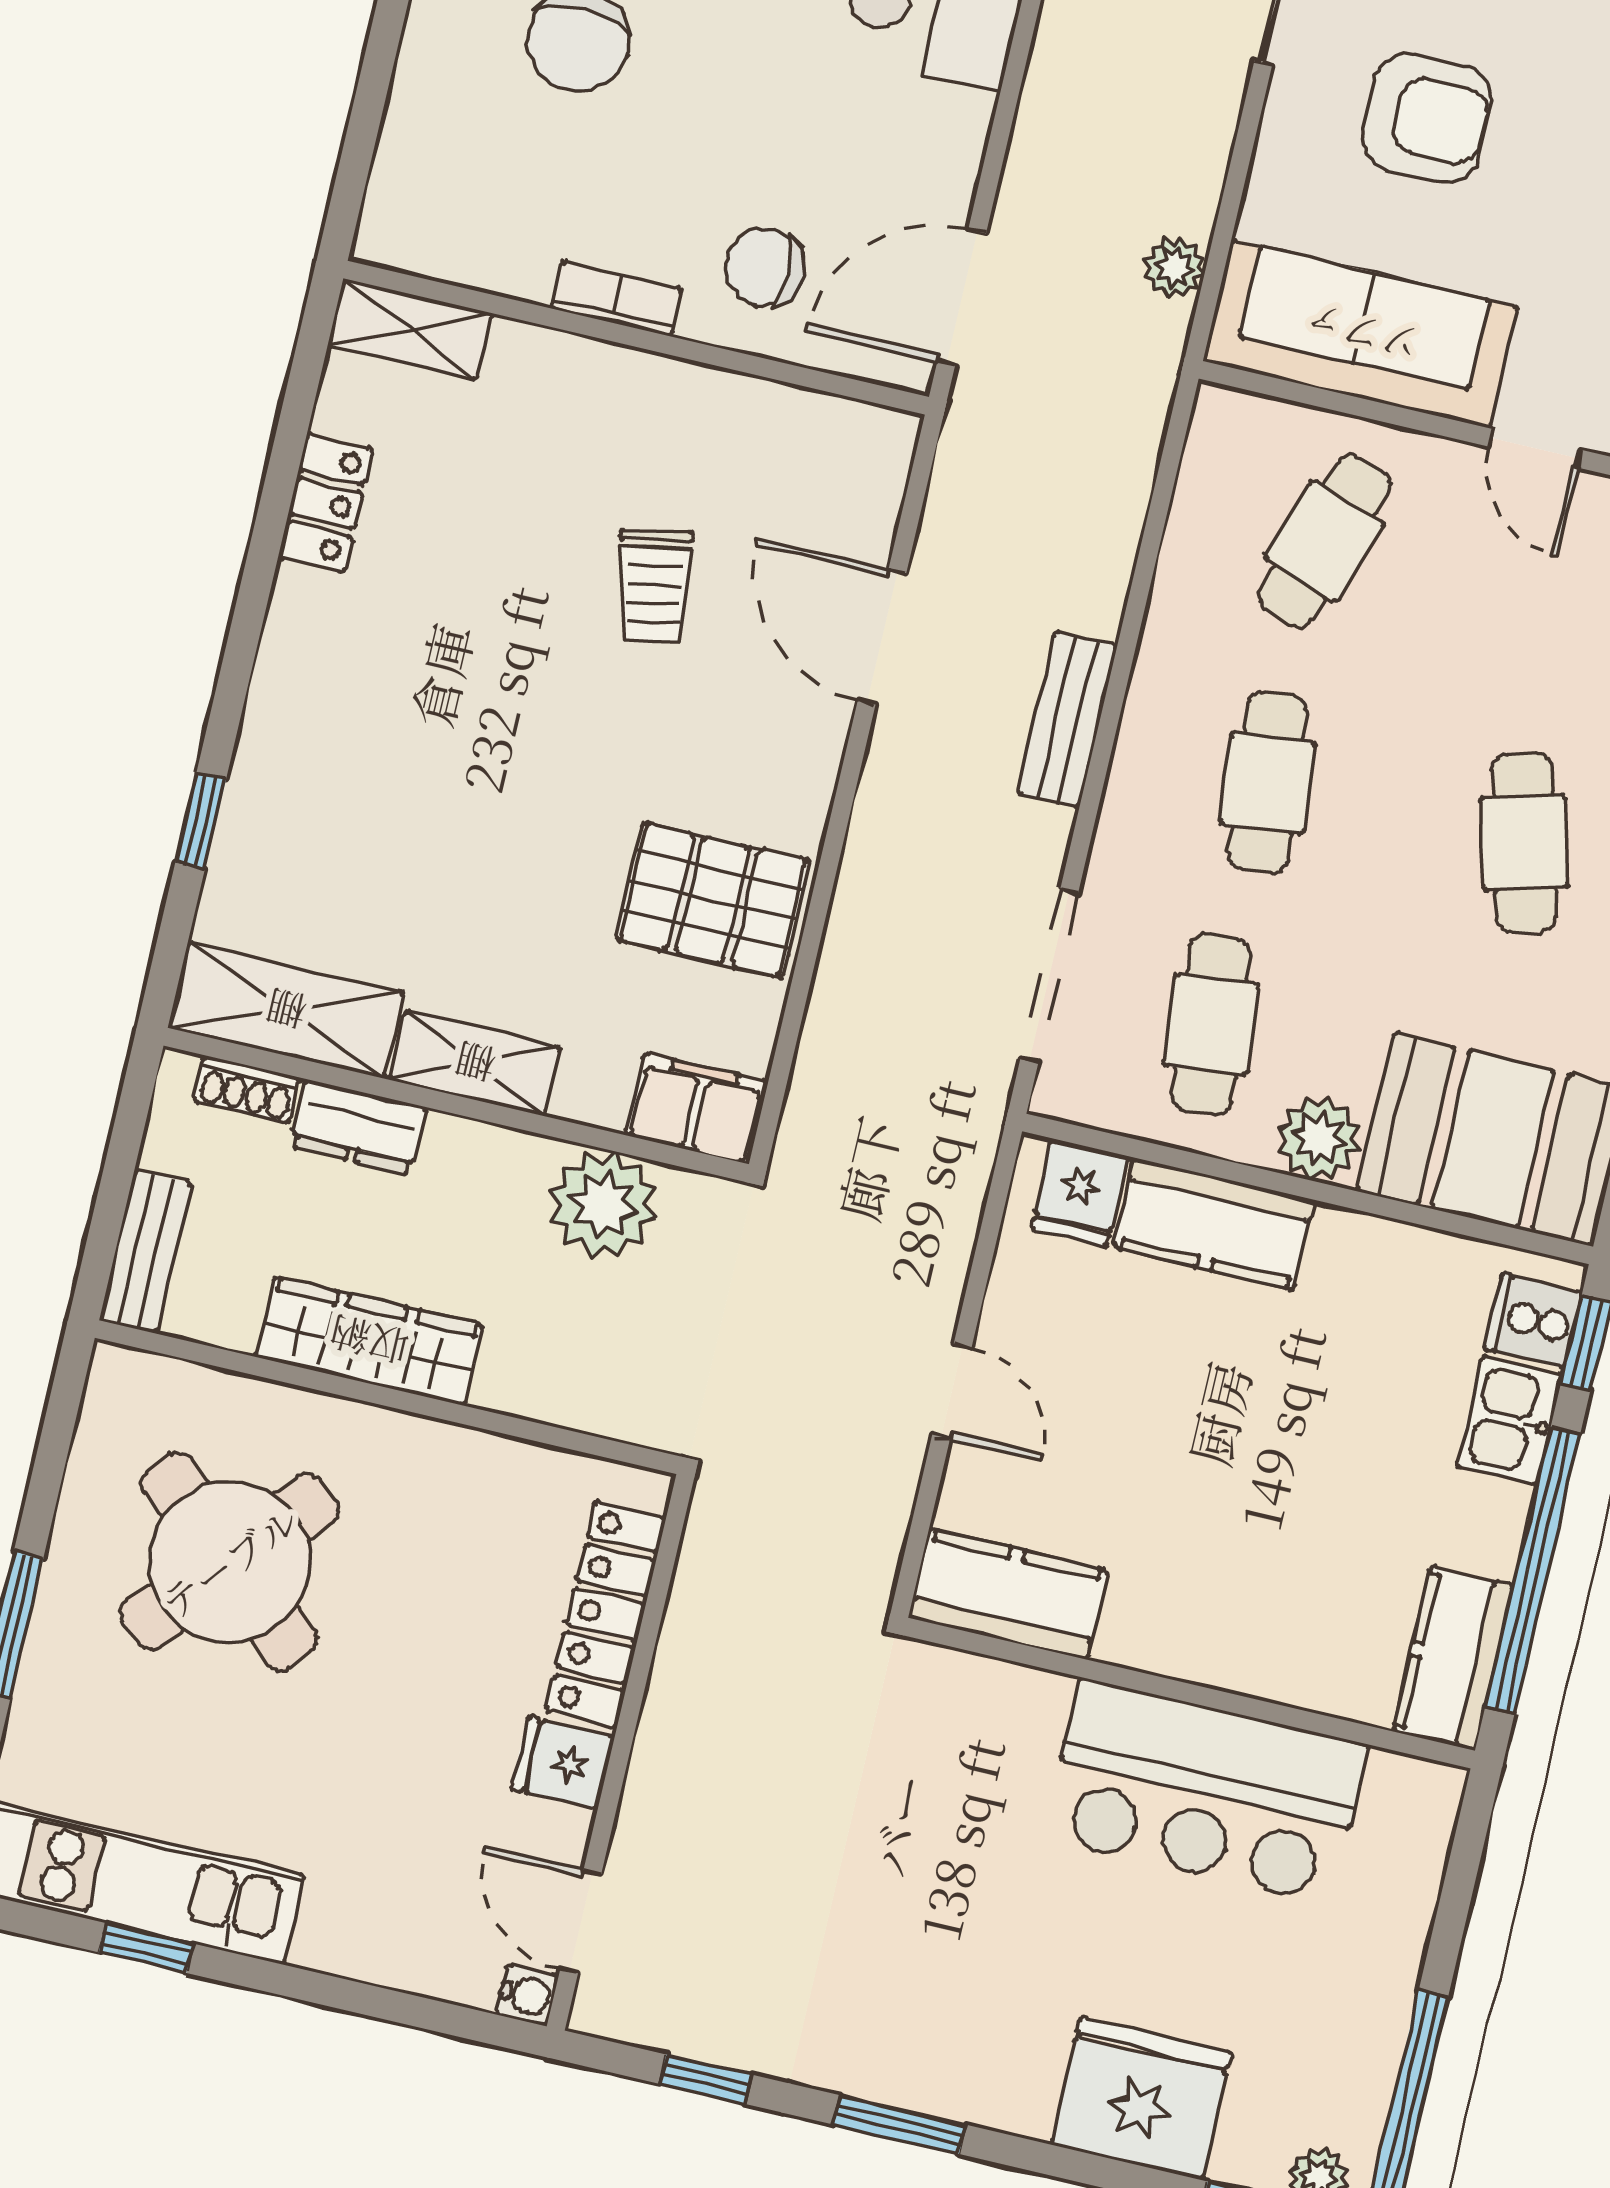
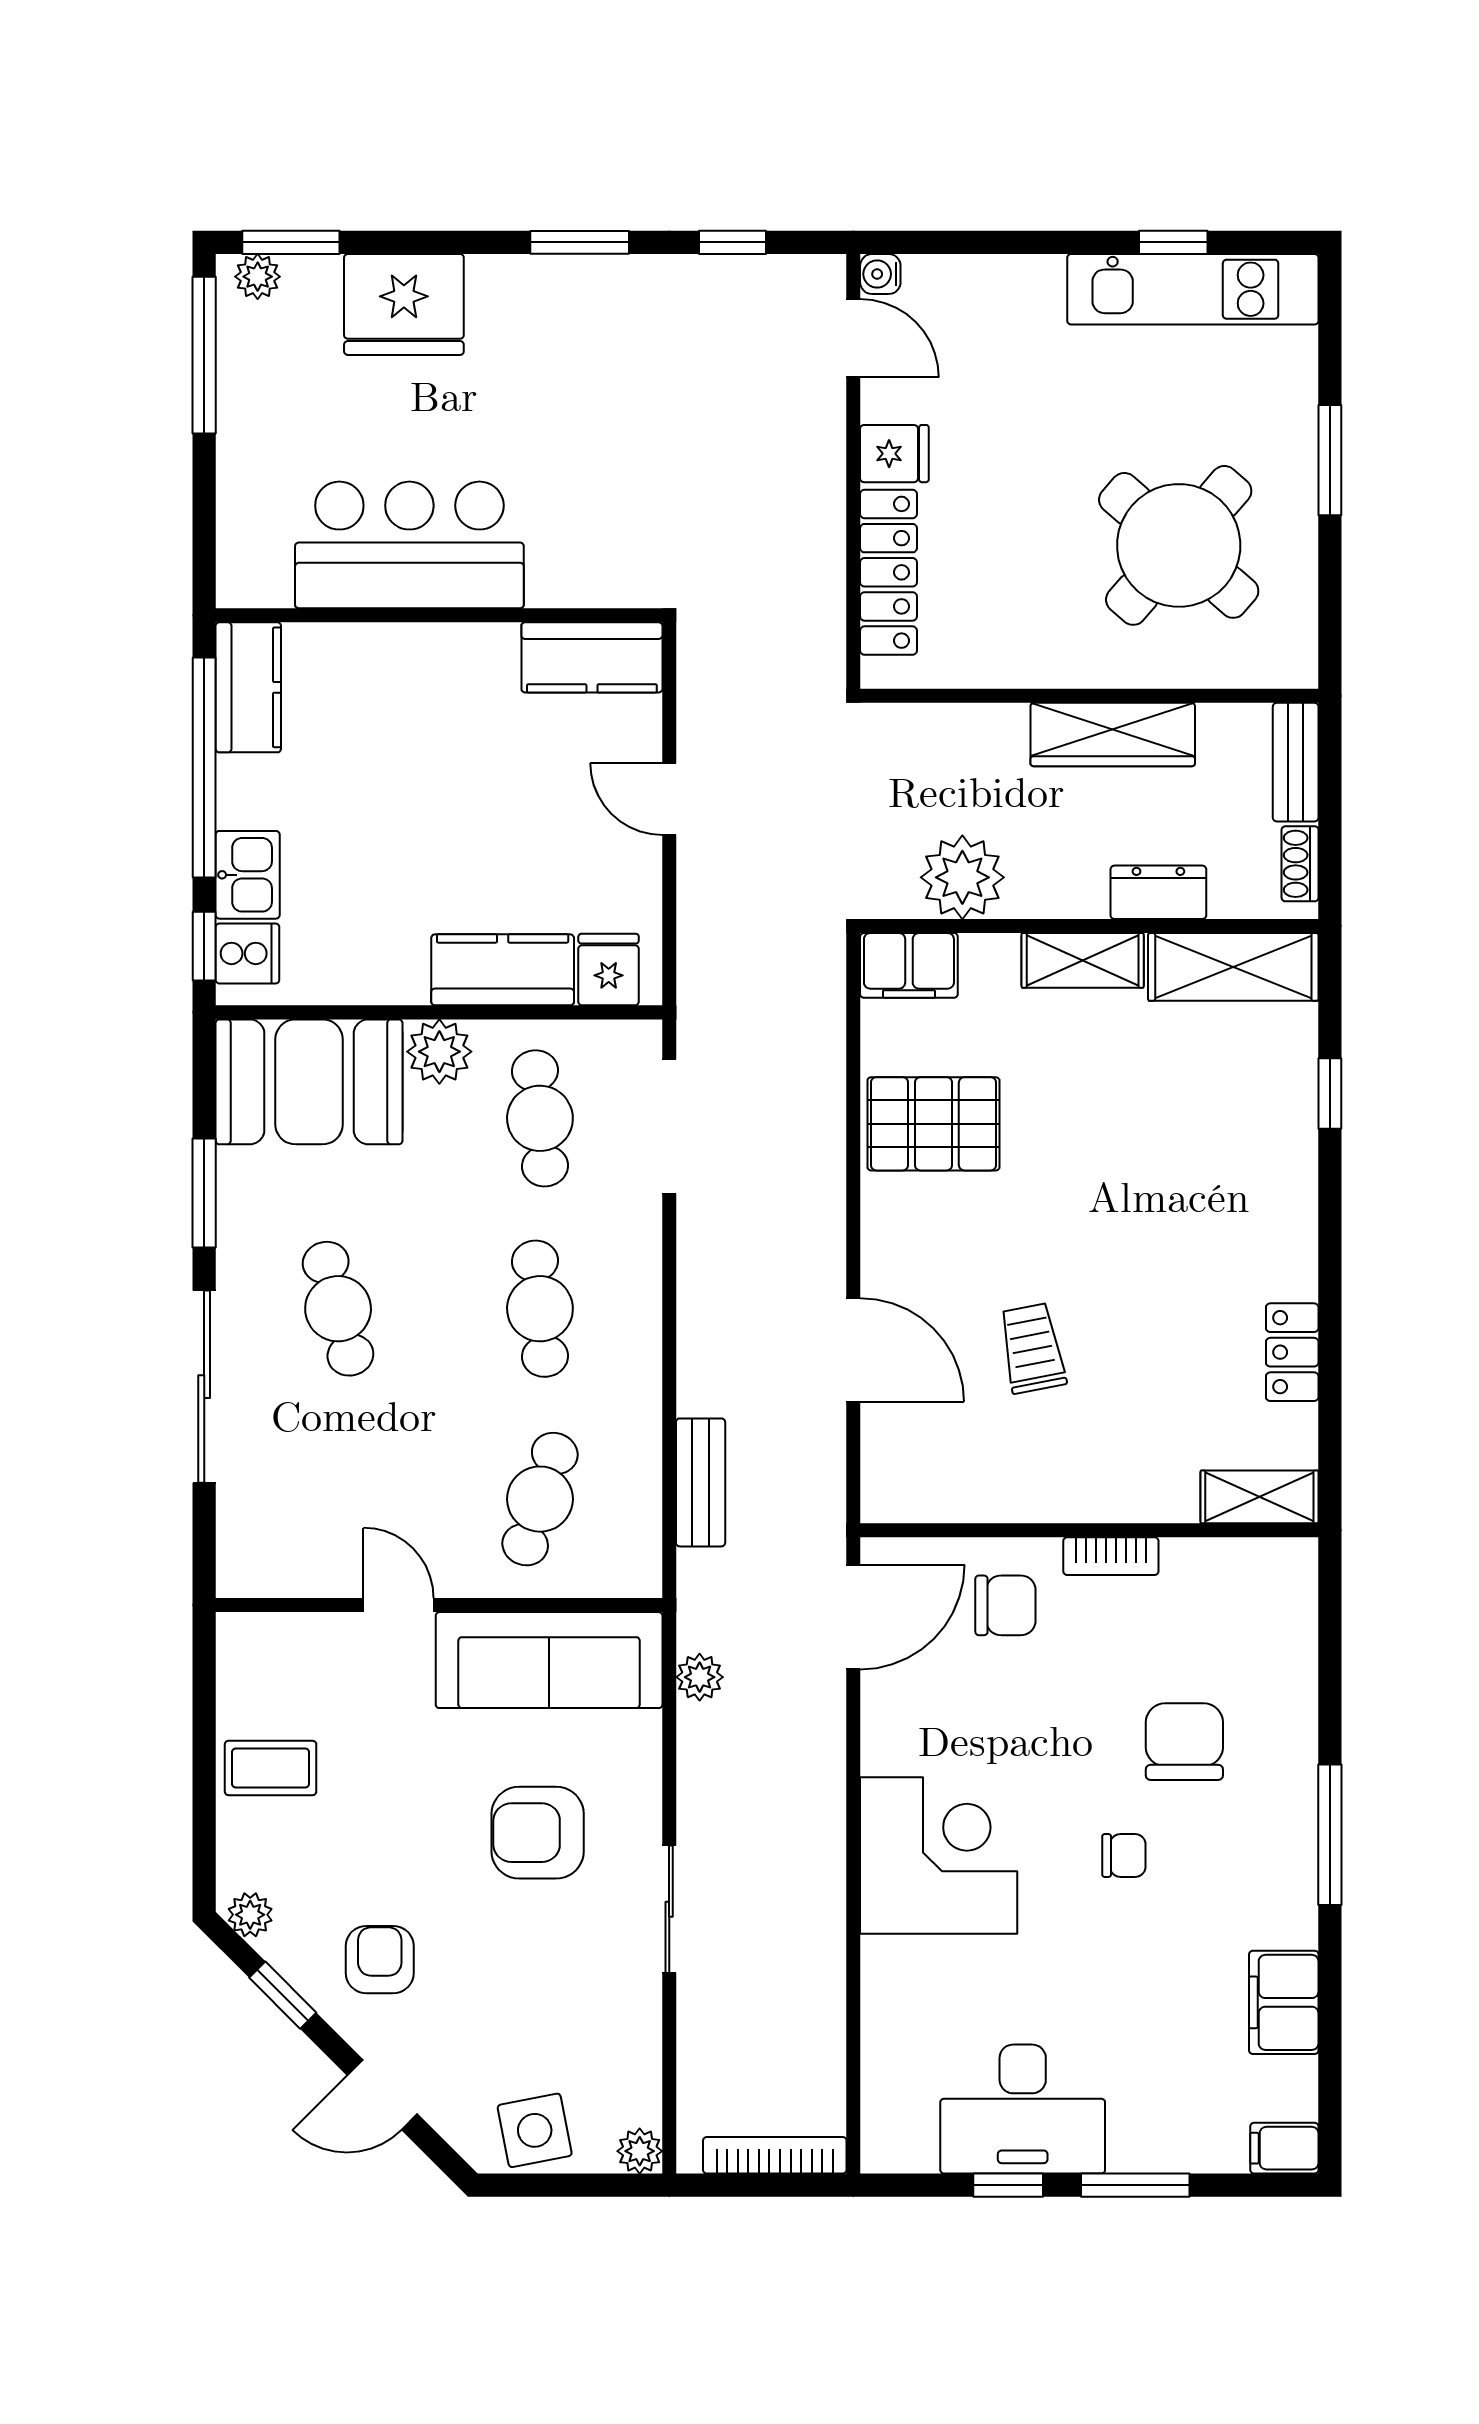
bench: (1067, 720) -> (701, 1482), moved
shoe rack: (247, 1089) -> (1300, 864), moved, turned -90

